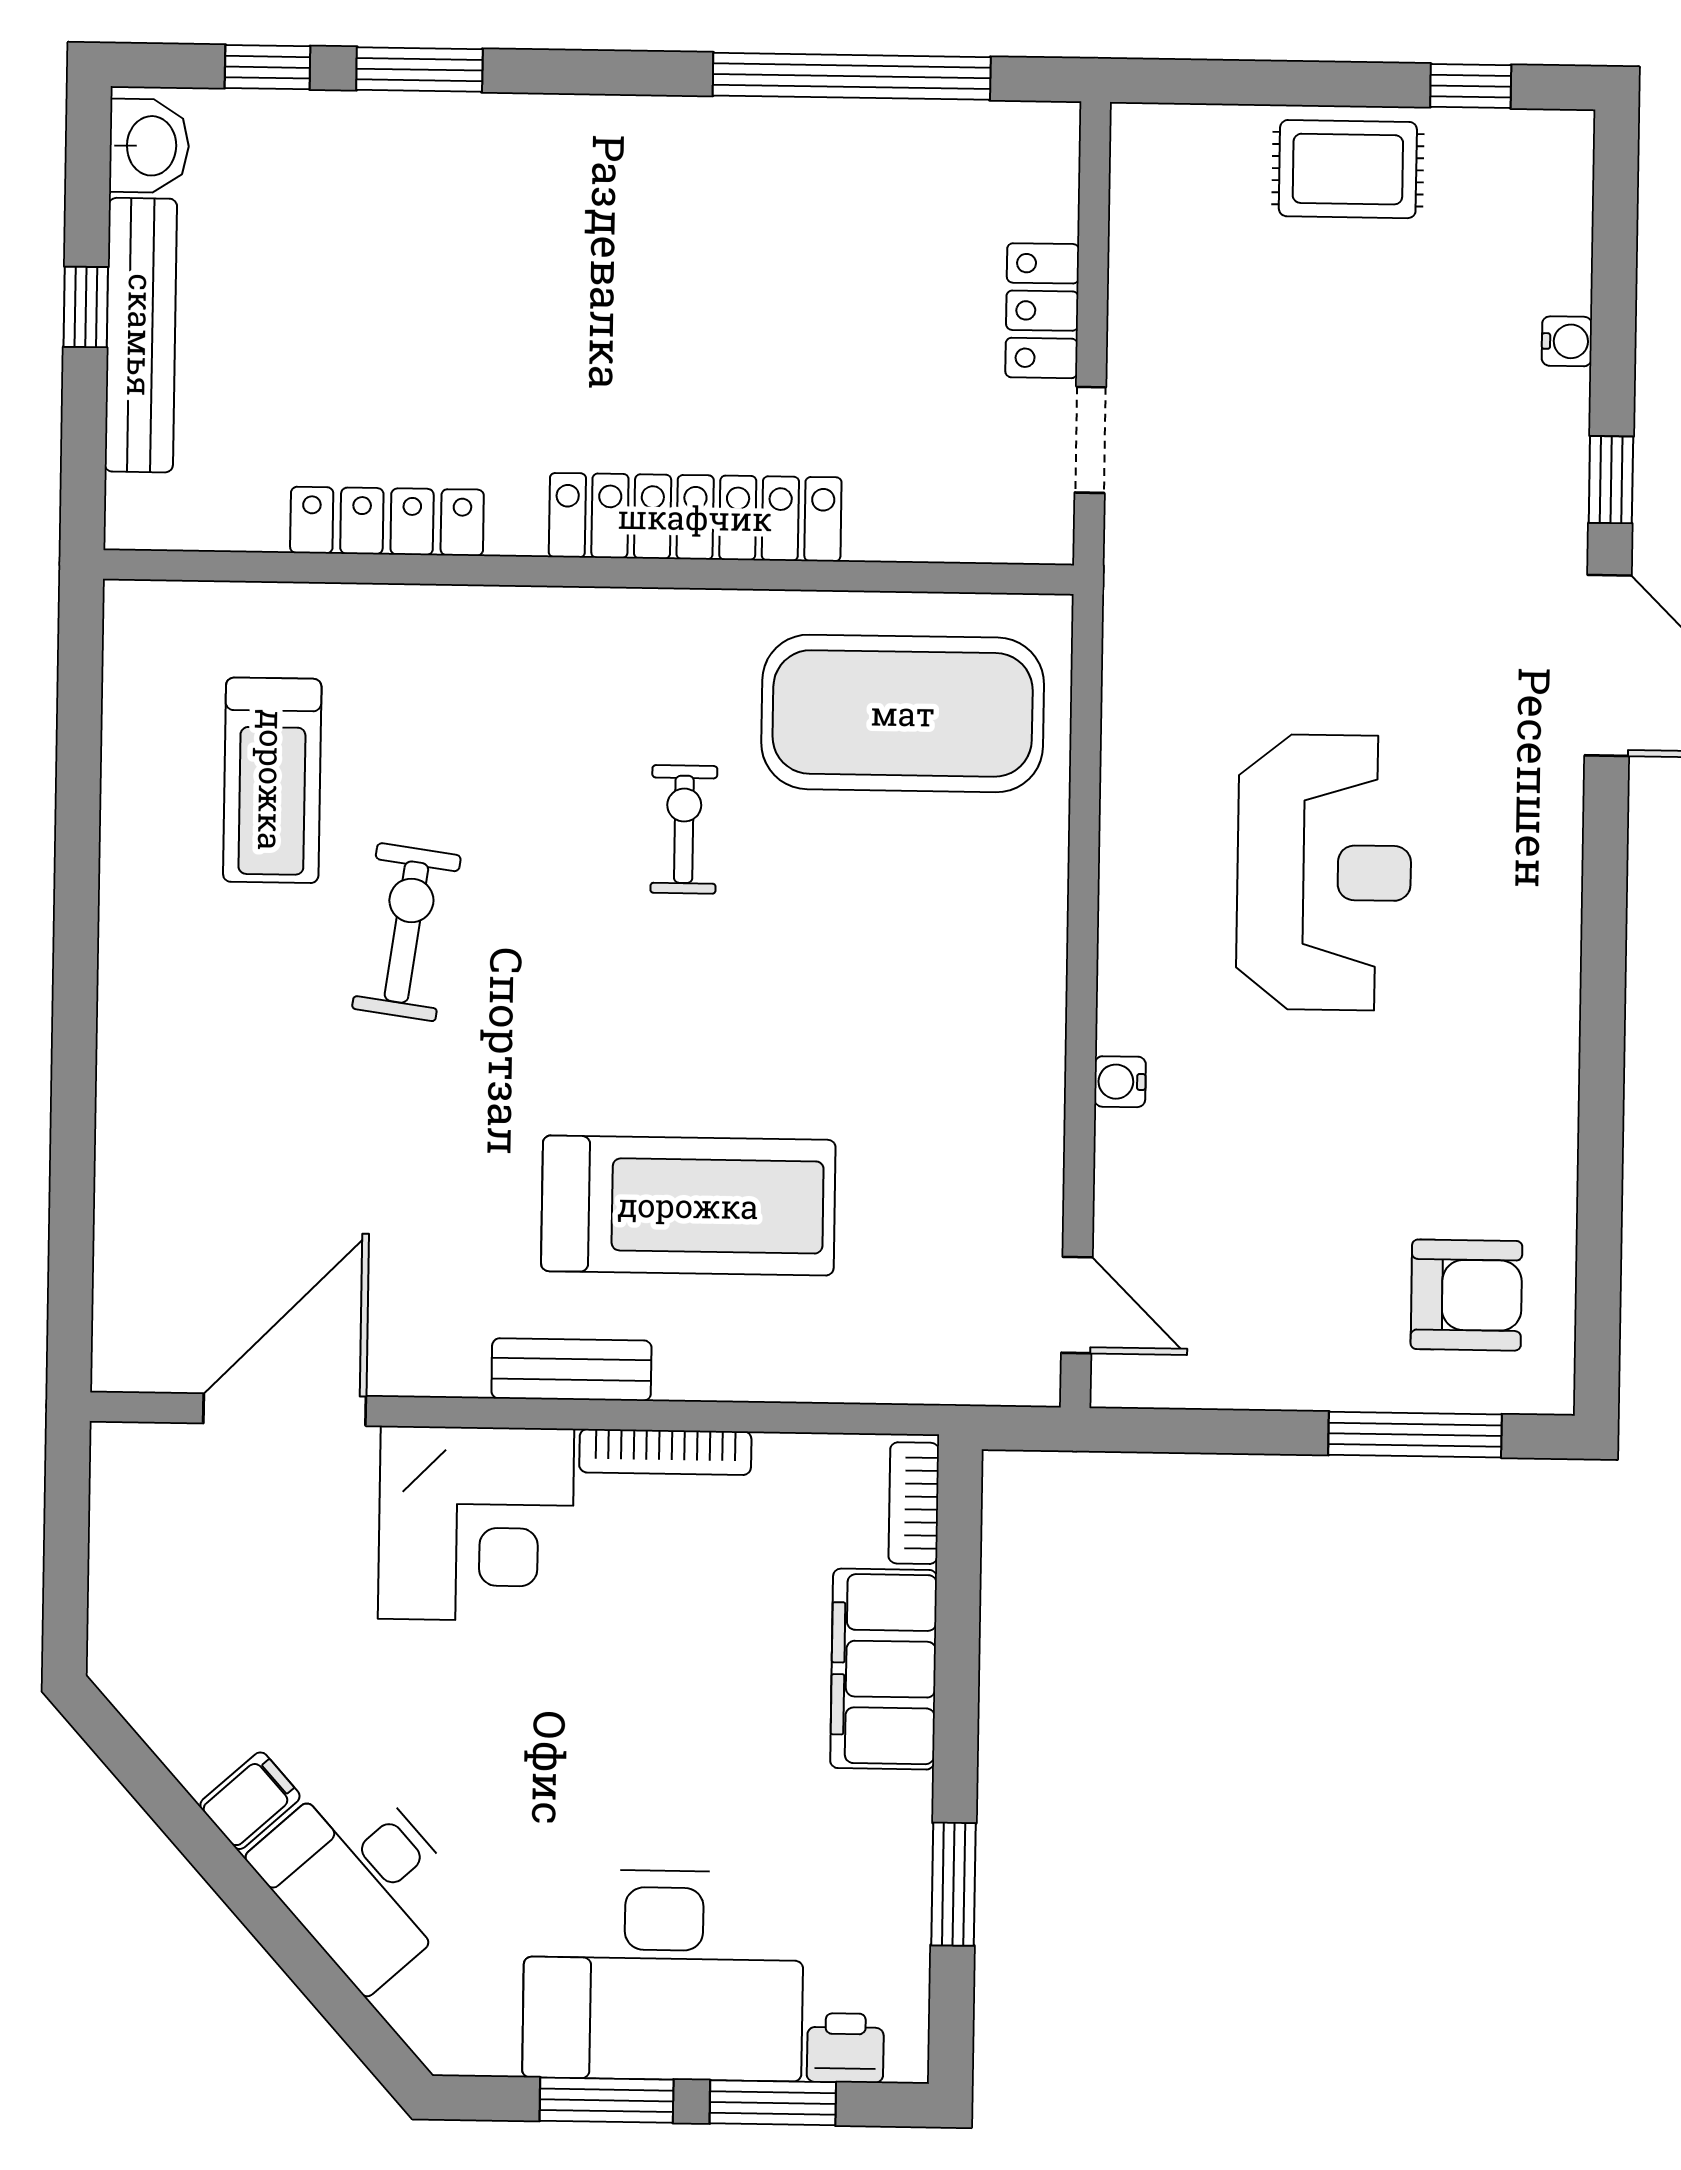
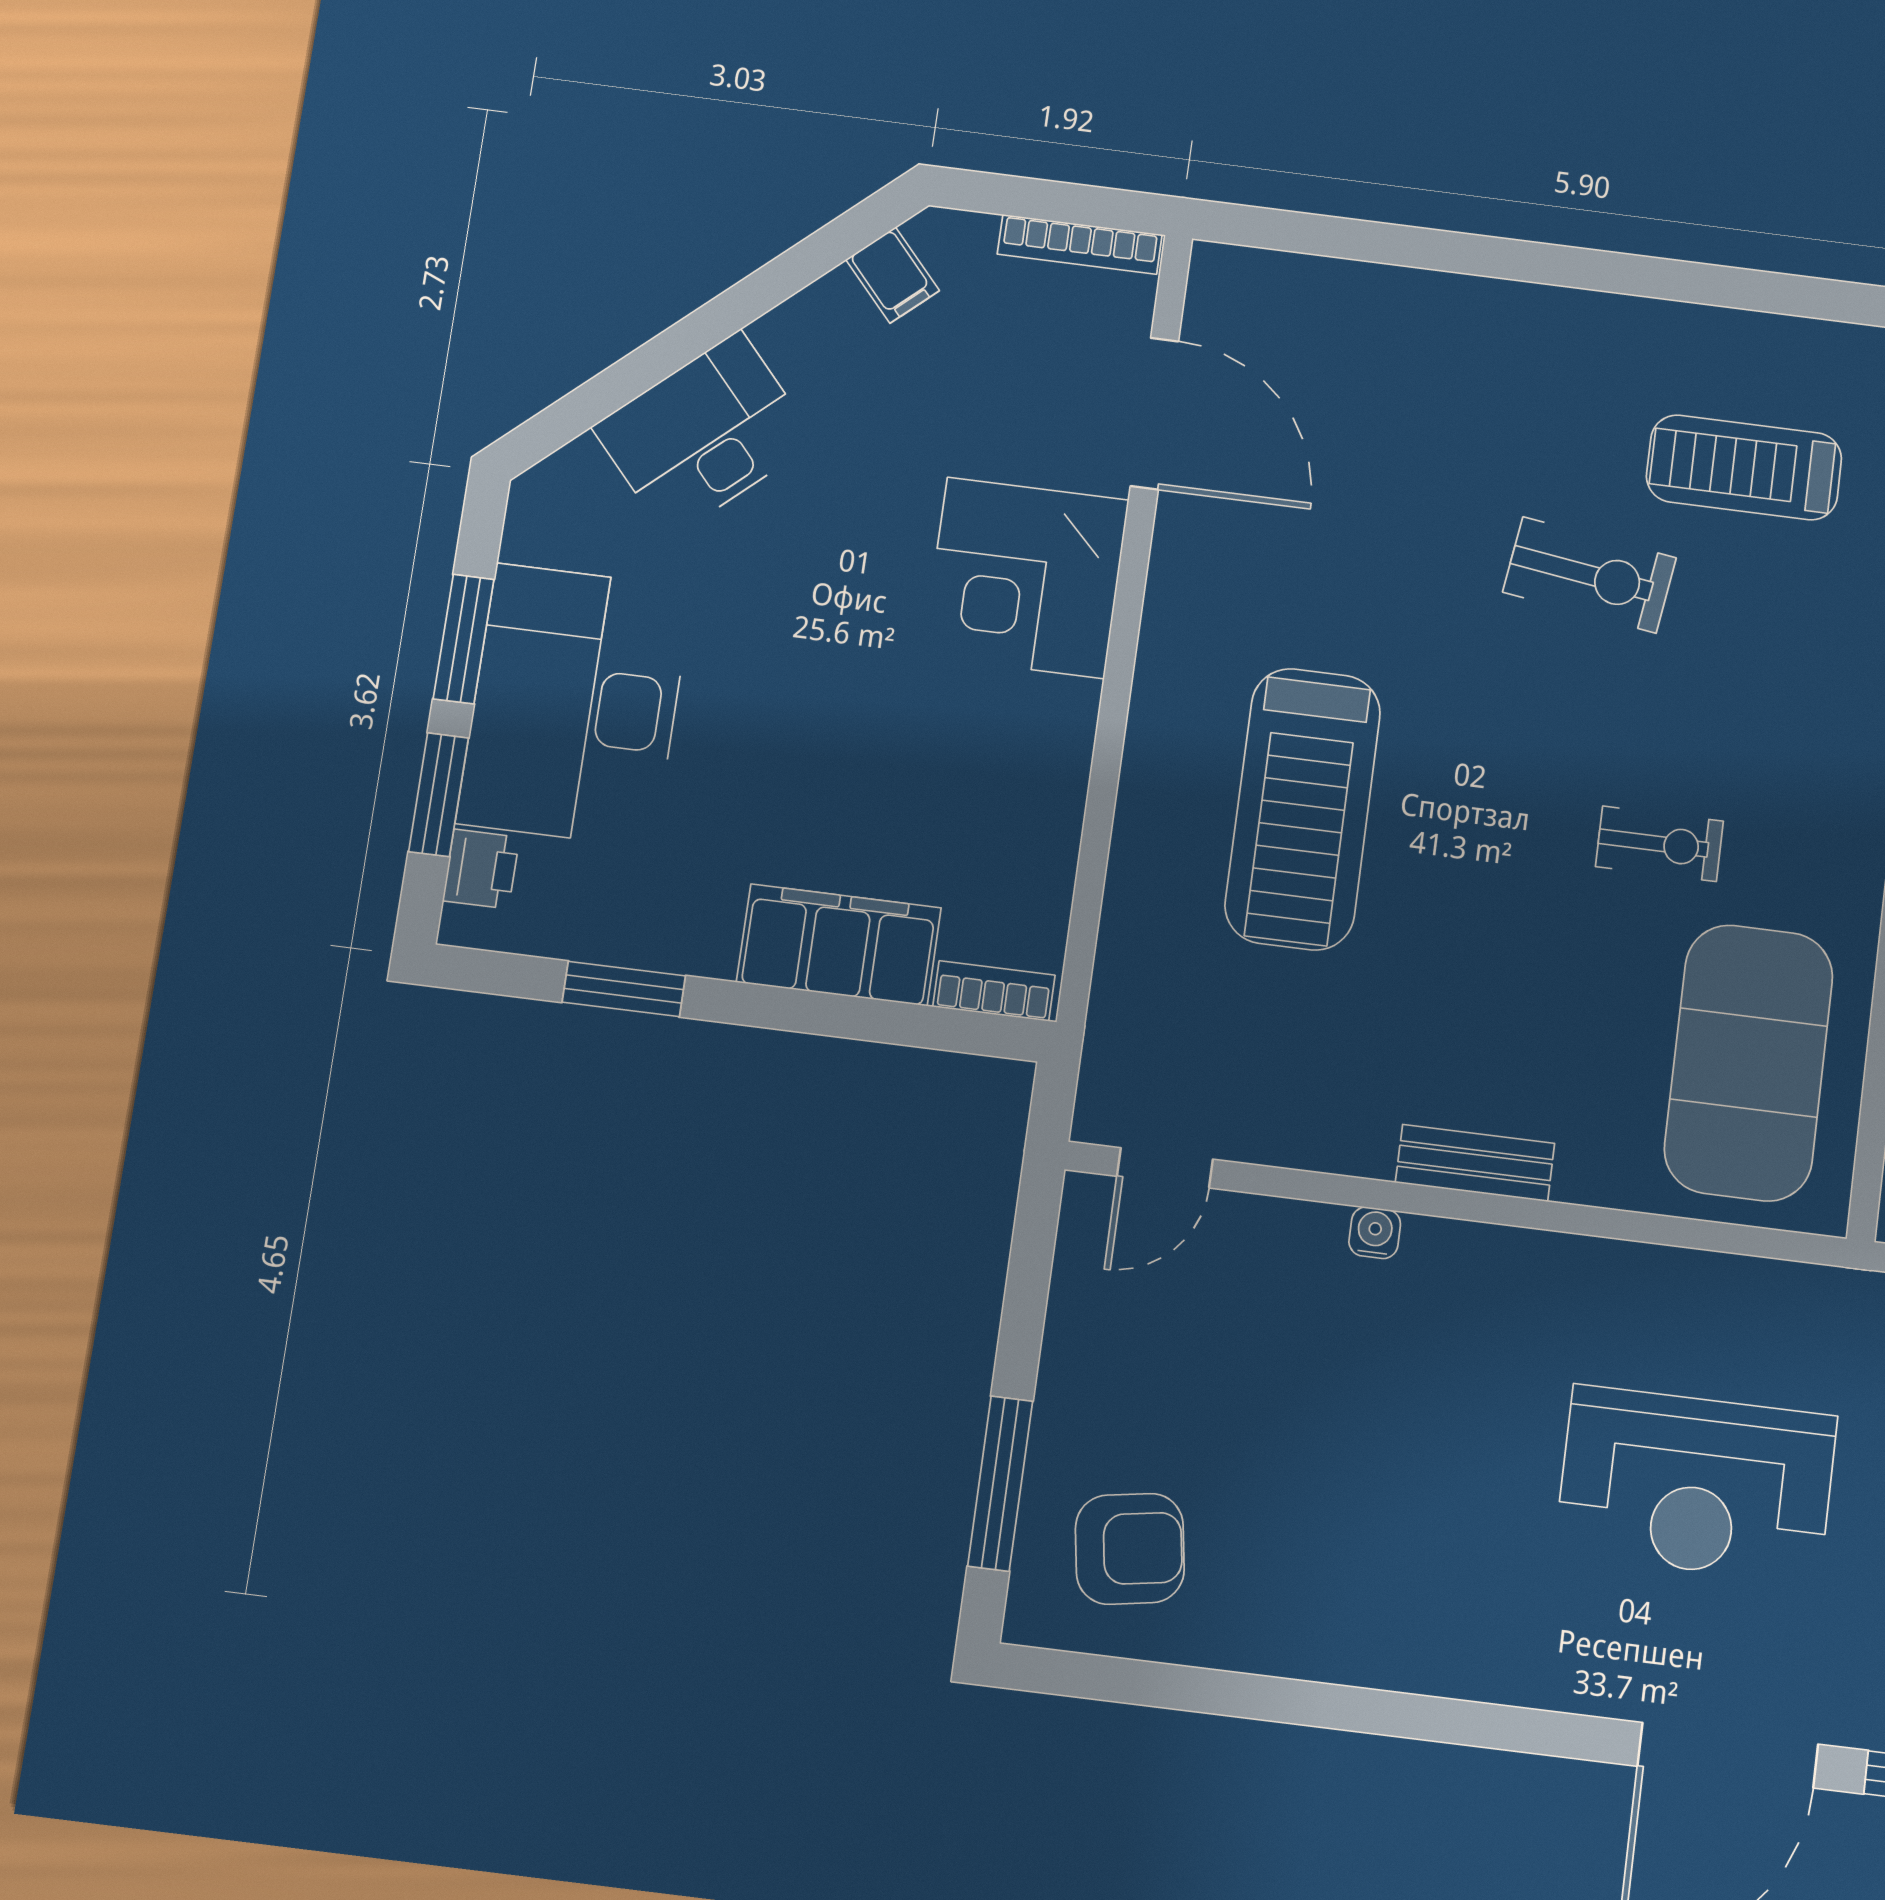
reception desk: (1324, 872) -> (1696, 1484), moved
armchair: (1466, 1295) -> (1130, 1549), turned -99
bench: (571, 1370) -> (1475, 1163), moved, turned 90
bookcase: (665, 1452) -> (1080, 244), moved, turned -90
filing cabinet: (250, 1801) -> (893, 275), moved

